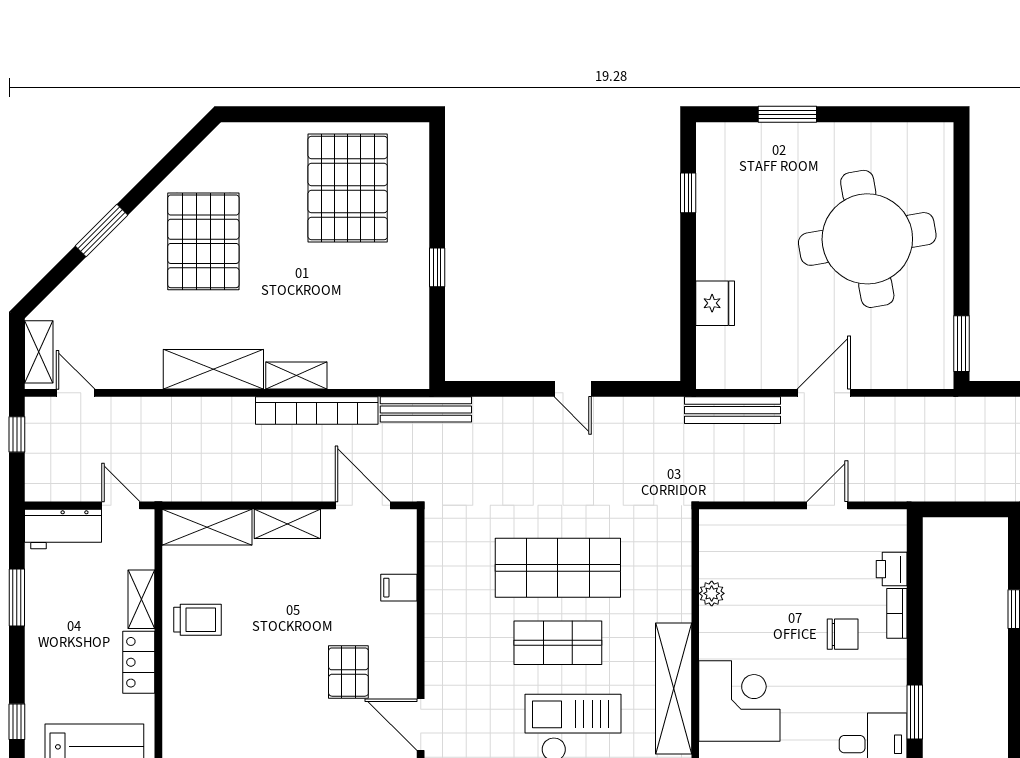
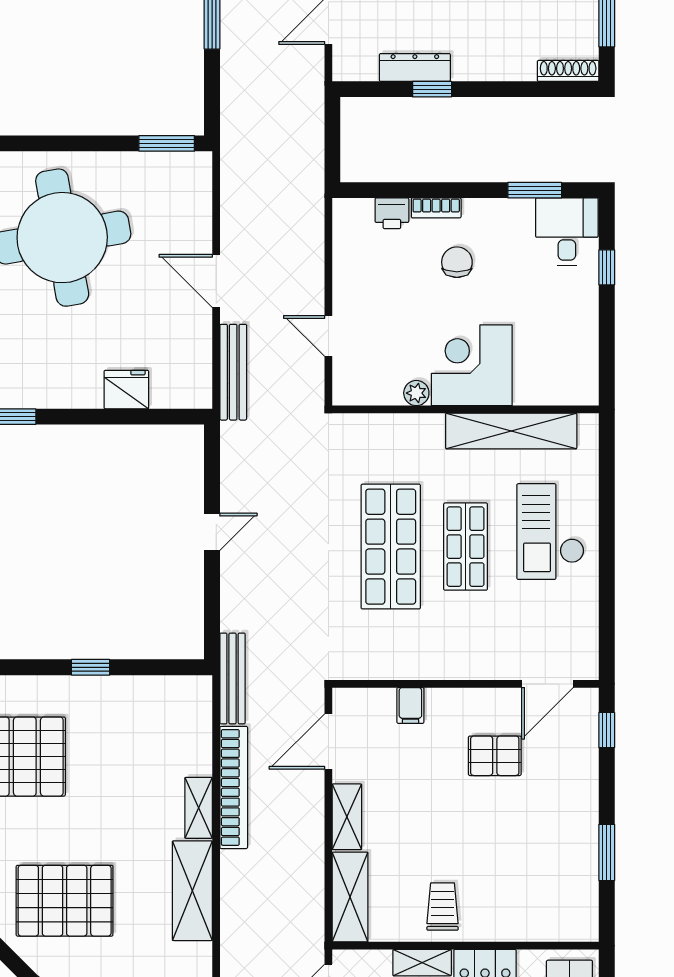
door: (827, 505) -> (328, 336), moved
corner desk: (739, 701) -> (472, 365), moved

